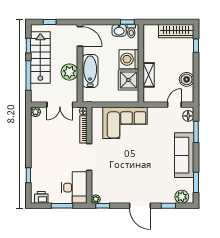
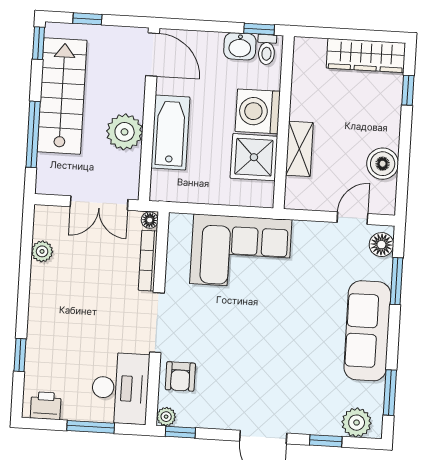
window: (28, 46) -> (39, 43), moved
plant: (35, 112) -> (42, 251), moved
armchair: (101, 181) -> (180, 376), added

